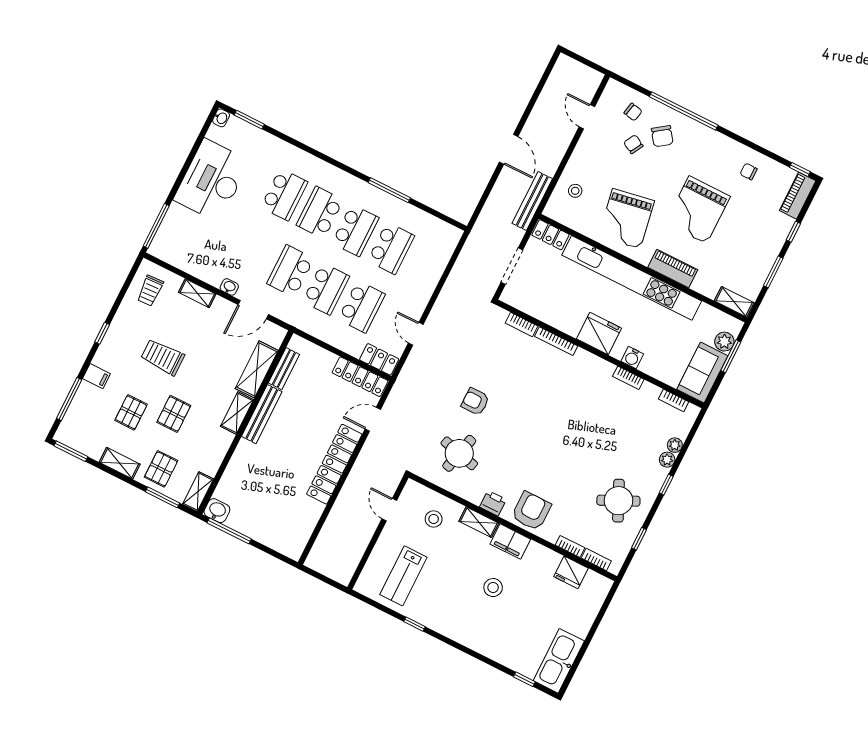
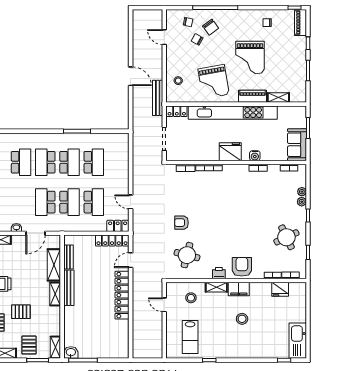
shelving: (734, 302) -> (278, 97), moved
plant: (724, 342) -> (301, 122), removed
pallet: (174, 414) -> (21, 312), turned 90

